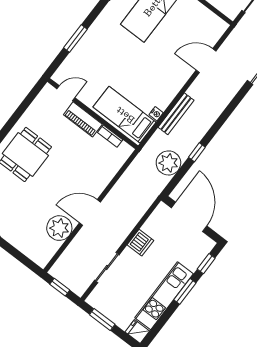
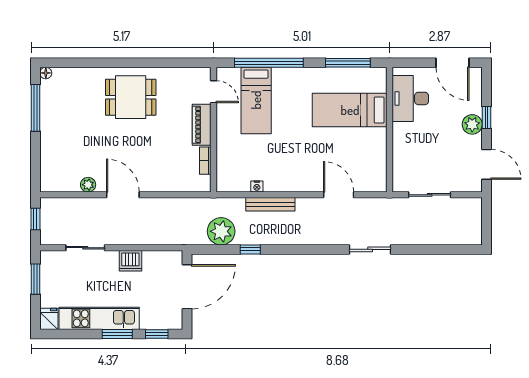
window: (75, 39) -> (269, 63), width x2.11
bed: (125, 115) -> (256, 100), moved, turned 180
plant: (59, 228) -> (88, 185), width x0.53, depth x0.53

